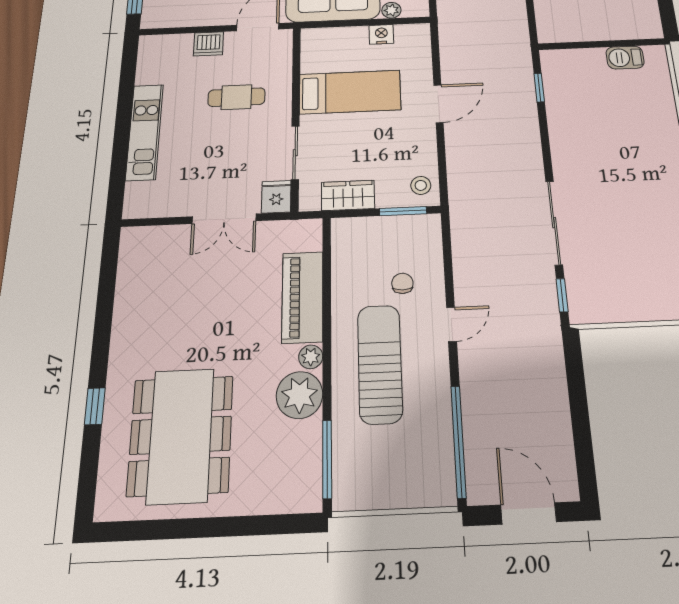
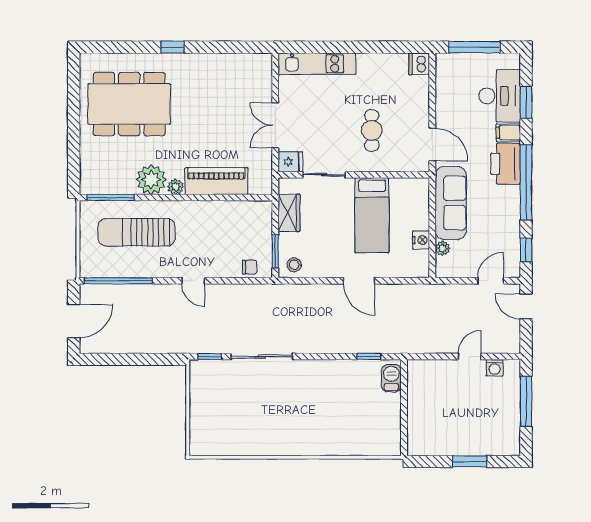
dishwasher: (209, 44) -> (419, 64), moved
barbecue: (625, 58) -> (391, 378), moved
kitchen unit: (145, 132) -> (317, 64), moved
chair: (402, 283) -> (250, 267), moved
sun lounger: (380, 364) -> (137, 232), moved, turned 180
window: (95, 406) -> (173, 47), moved

